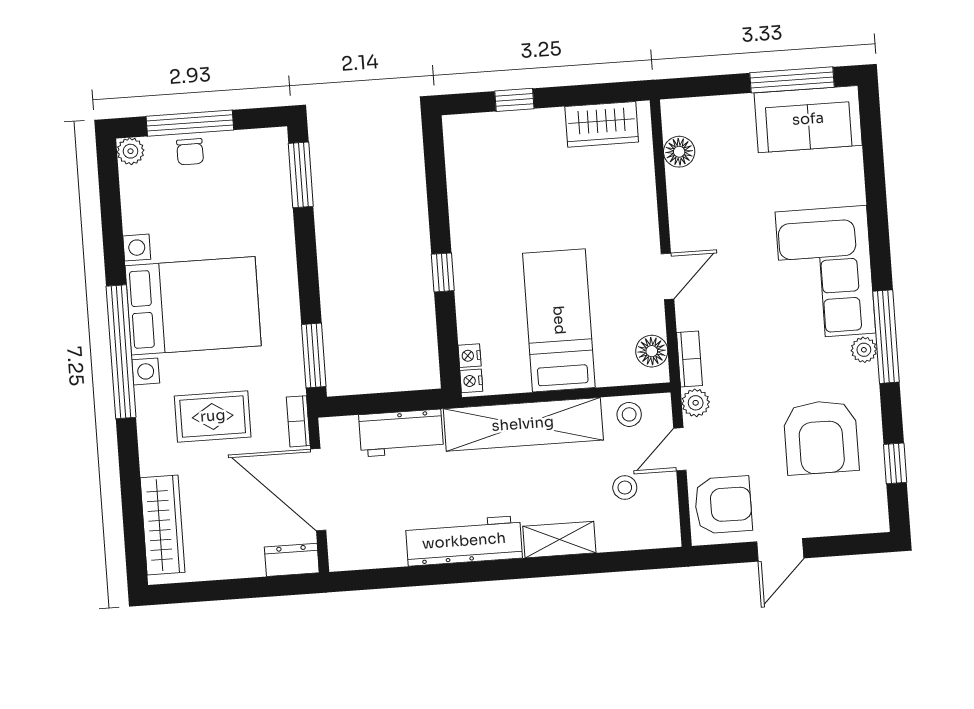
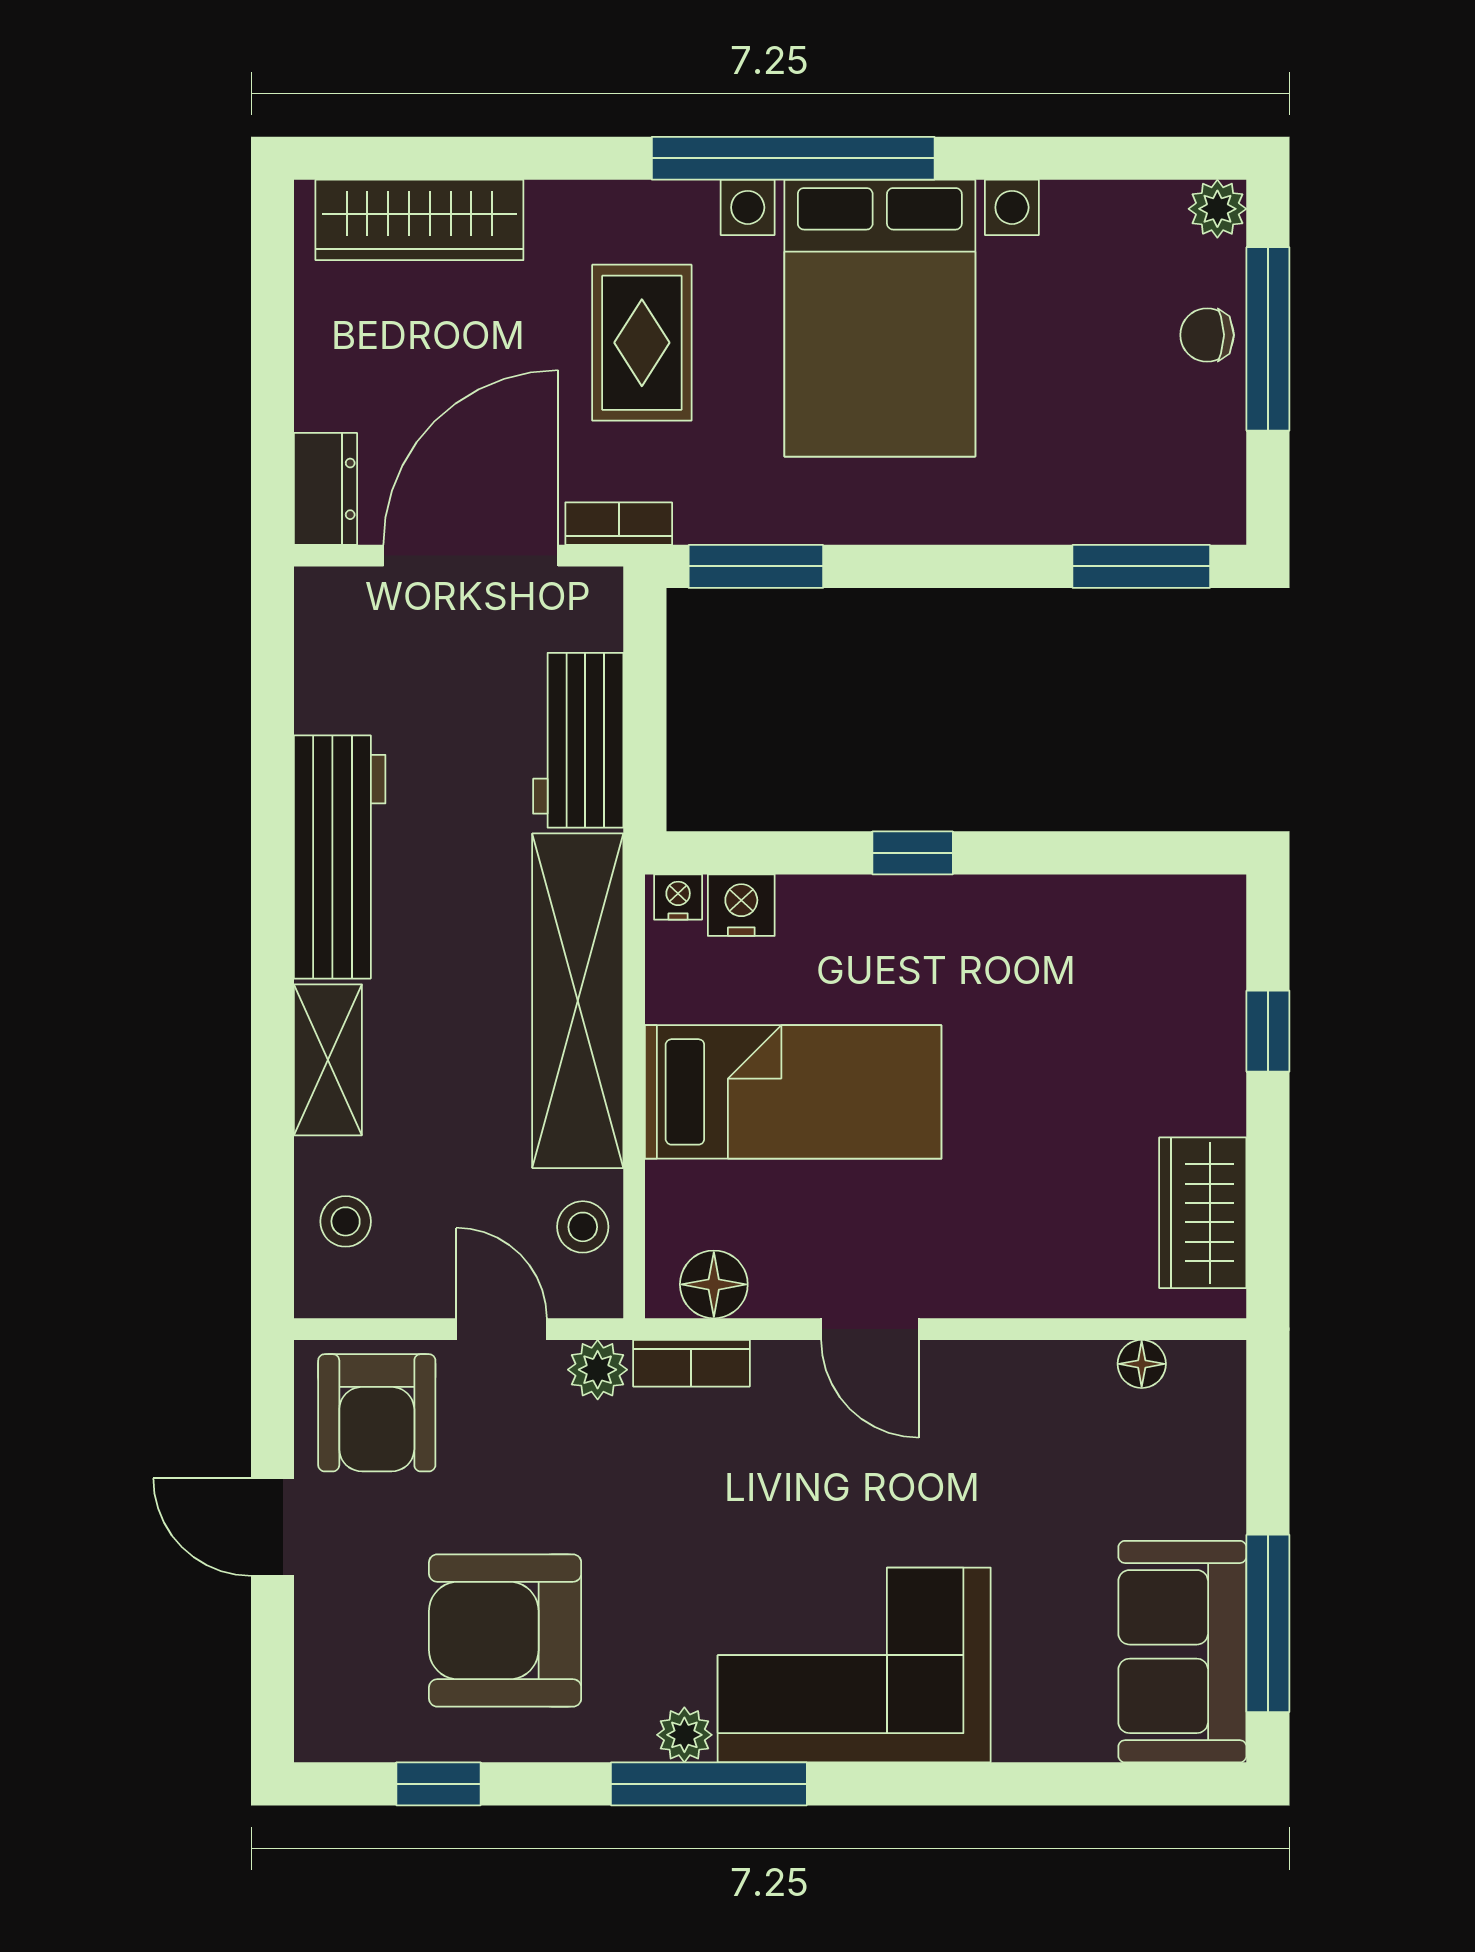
floor lamp: (679, 152) -> (1142, 1364), width x0.73, depth x0.73
nightstand: (470, 356) -> (741, 905), width x1.39, depth x1.35
stool: (625, 488) -> (346, 1221), moved

